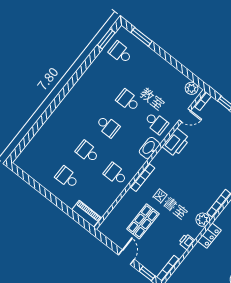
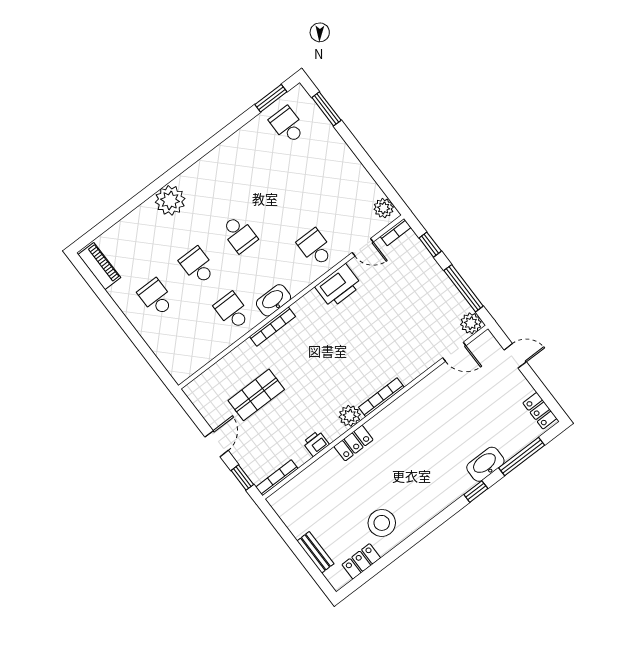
school desk: (128, 101) -> (281, 202), removed
plant: (61, 116) -> (170, 200), added
school desk: (156, 123) -> (315, 248), turned 180
washbasin: (149, 148) -> (273, 300), moved
piano: (86, 214) -> (99, 266), moved

